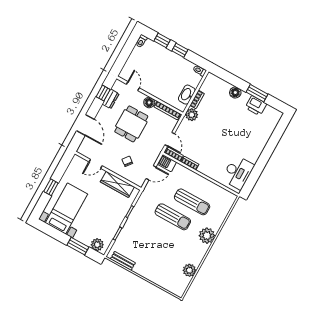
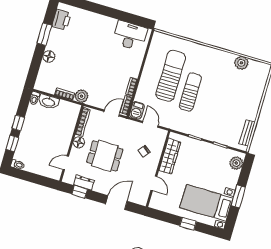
washbasin: (187, 95) -> (49, 102), moved
printer: (256, 106) -> (61, 20), moved
sun lounger: (192, 202) -> (171, 76), width x1.36, depth x1.34
plant: (207, 236) -> (202, 53), removed
window: (78, 246) -> (238, 196), moved

